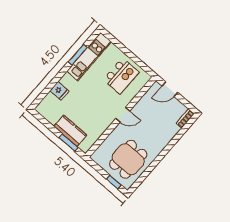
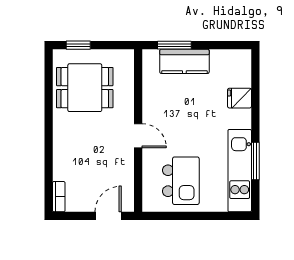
kitchen island: (121, 76) -> (181, 181), turned 180
door: (123, 115) -> (138, 136), swing flipped
dining table: (128, 159) -> (85, 88), turned 90

